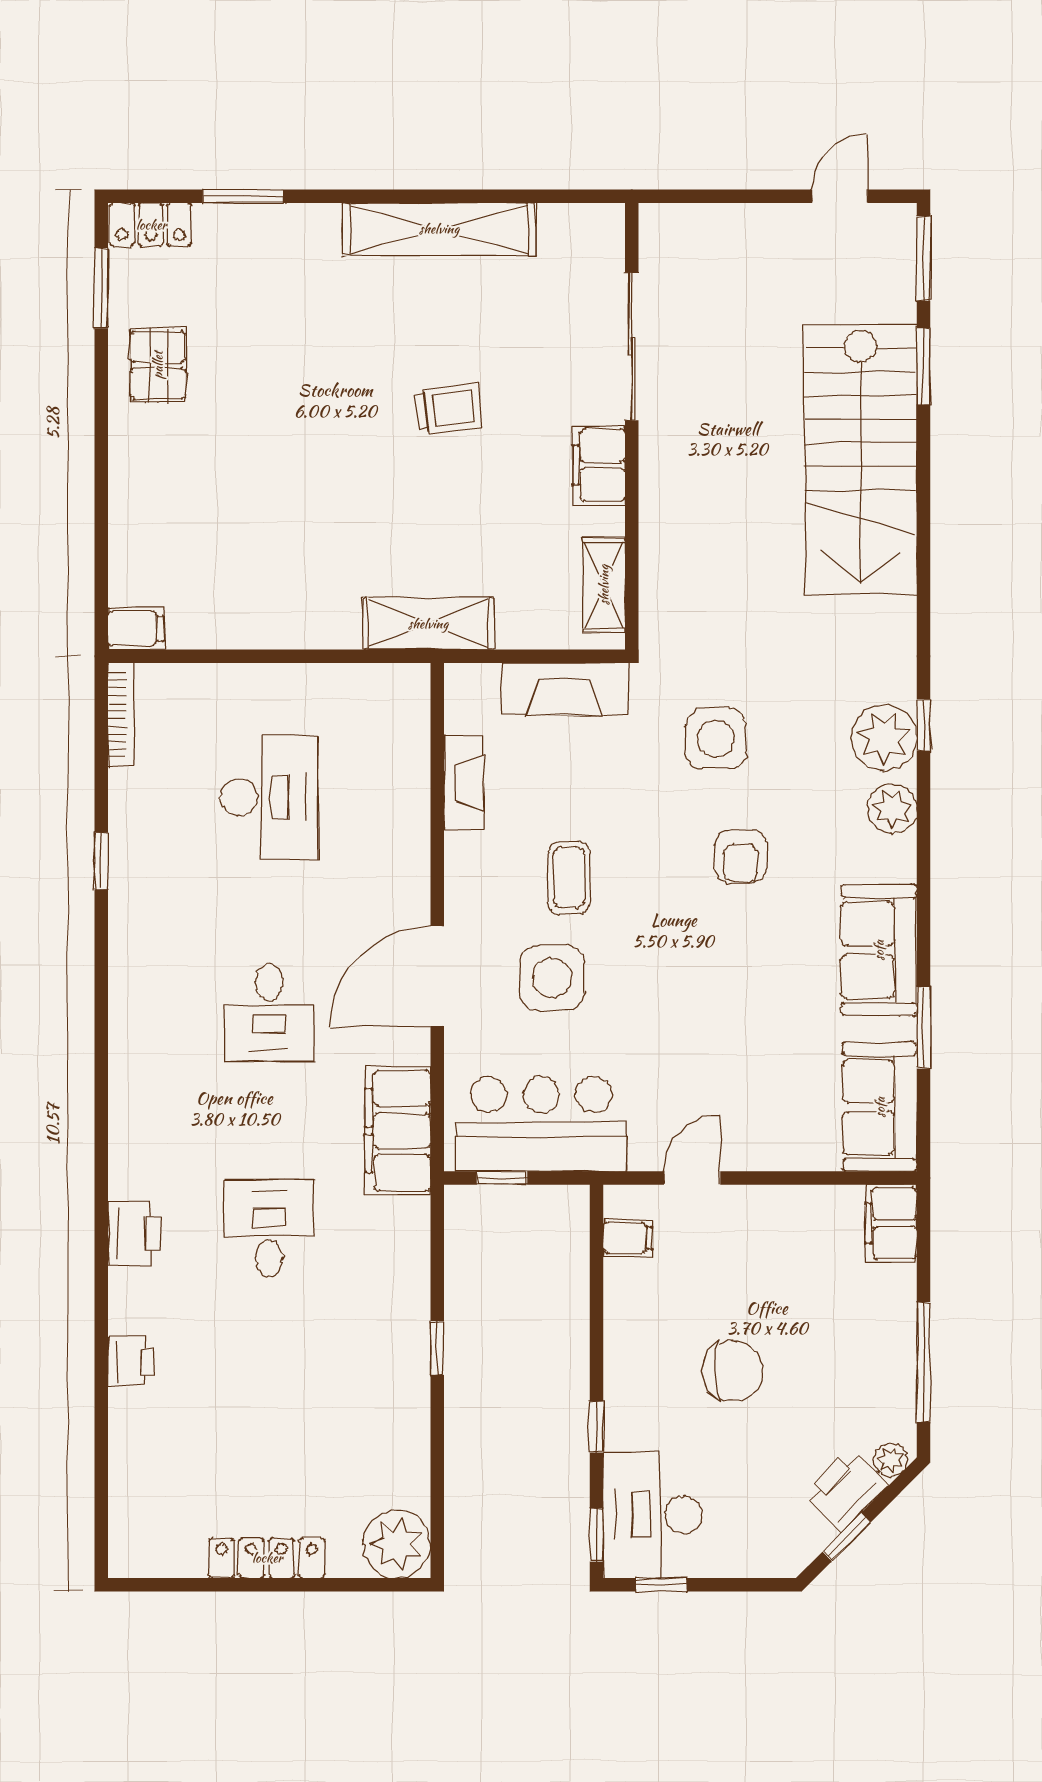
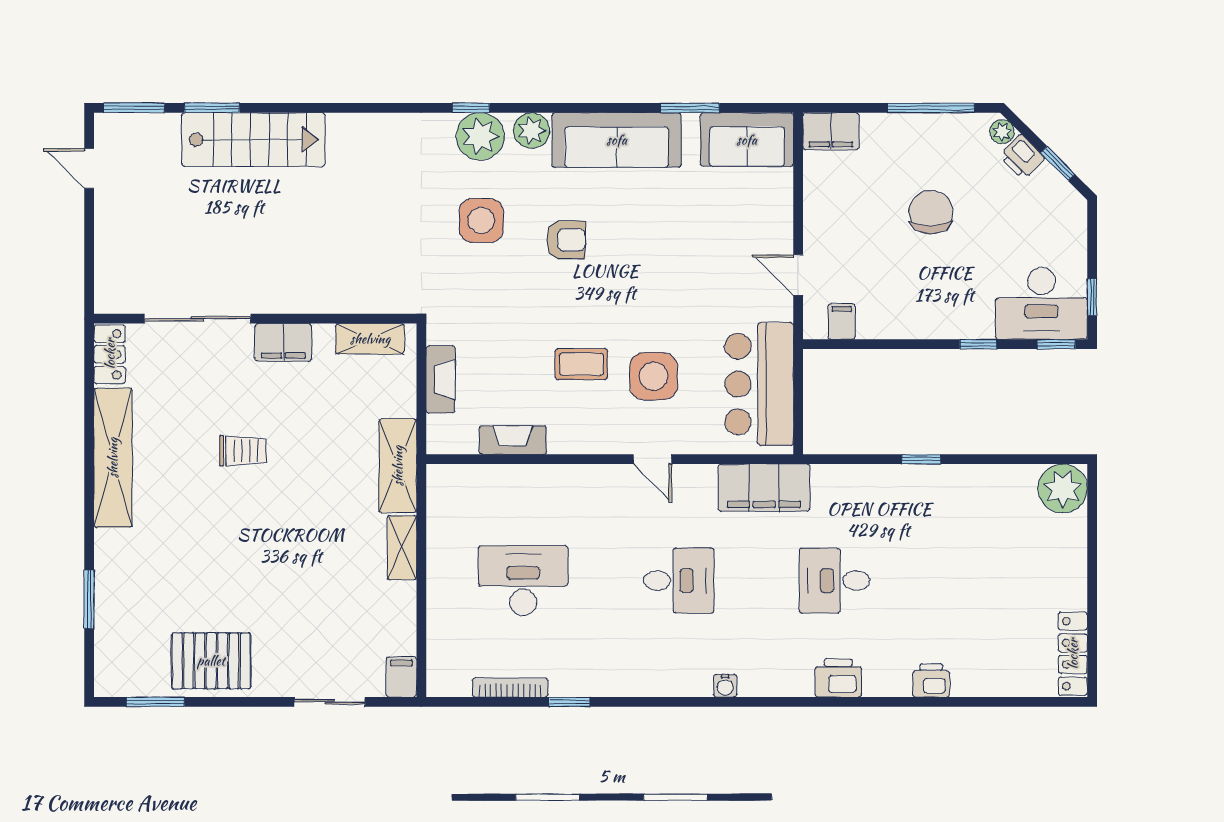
locker: (151, 225) -> (110, 354), moved
pallet: (158, 365) -> (211, 661), width x1.50, depth x1.42
trolley: (449, 409) -> (243, 451), turned 96
stairs: (861, 459) -> (253, 140), width x0.73, depth x0.66
sliding door: (101, 529) -> (330, 702), added
shelving: (315, 629) -> (402, 548), added
fireplace: (565, 689) -> (441, 379), width x0.73, depth x0.76
bookcase: (121, 715) -> (510, 687), moved
side table: (716, 739) -> (481, 220), moved
sofa: (879, 950) -> (617, 140), width x1.36
door: (437, 976) -> (652, 459), width x0.53
water cooler: (124, 1077) -> (725, 686), added
window: (502, 1178) -> (798, 412), removed
chair: (733, 1371) -> (931, 212), moved
printer: (845, 1490) -> (1022, 157), width x0.73, depth x0.81
locker: (267, 1558) -> (1073, 654), moved

